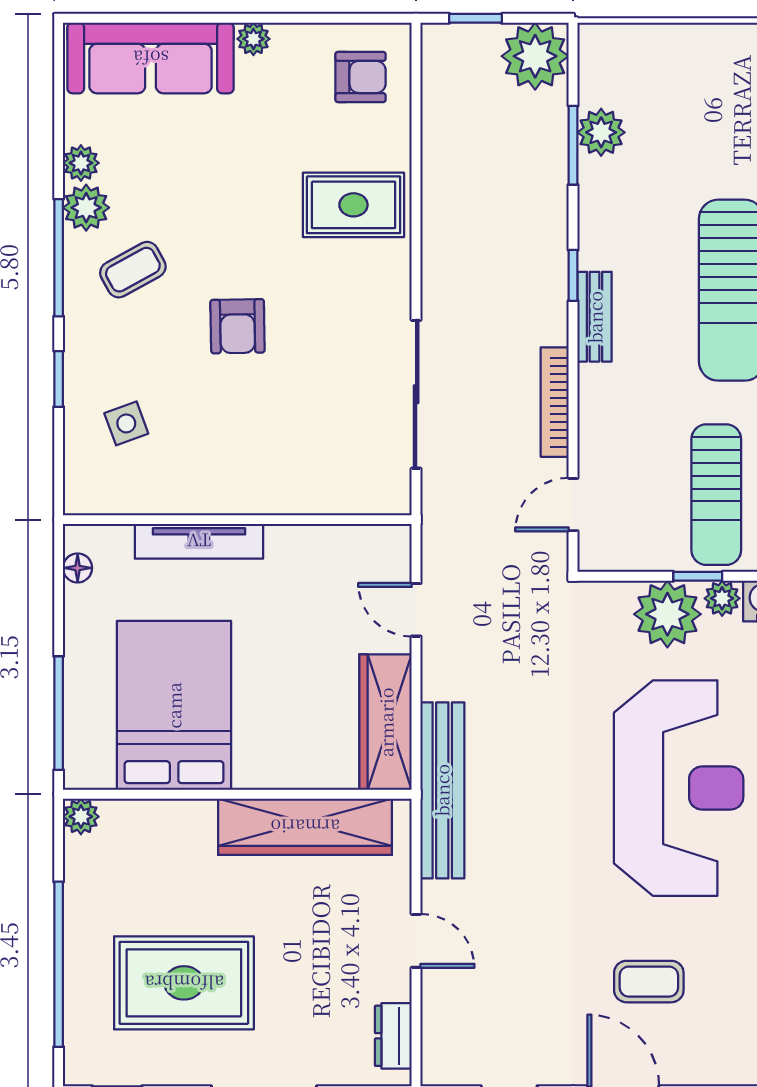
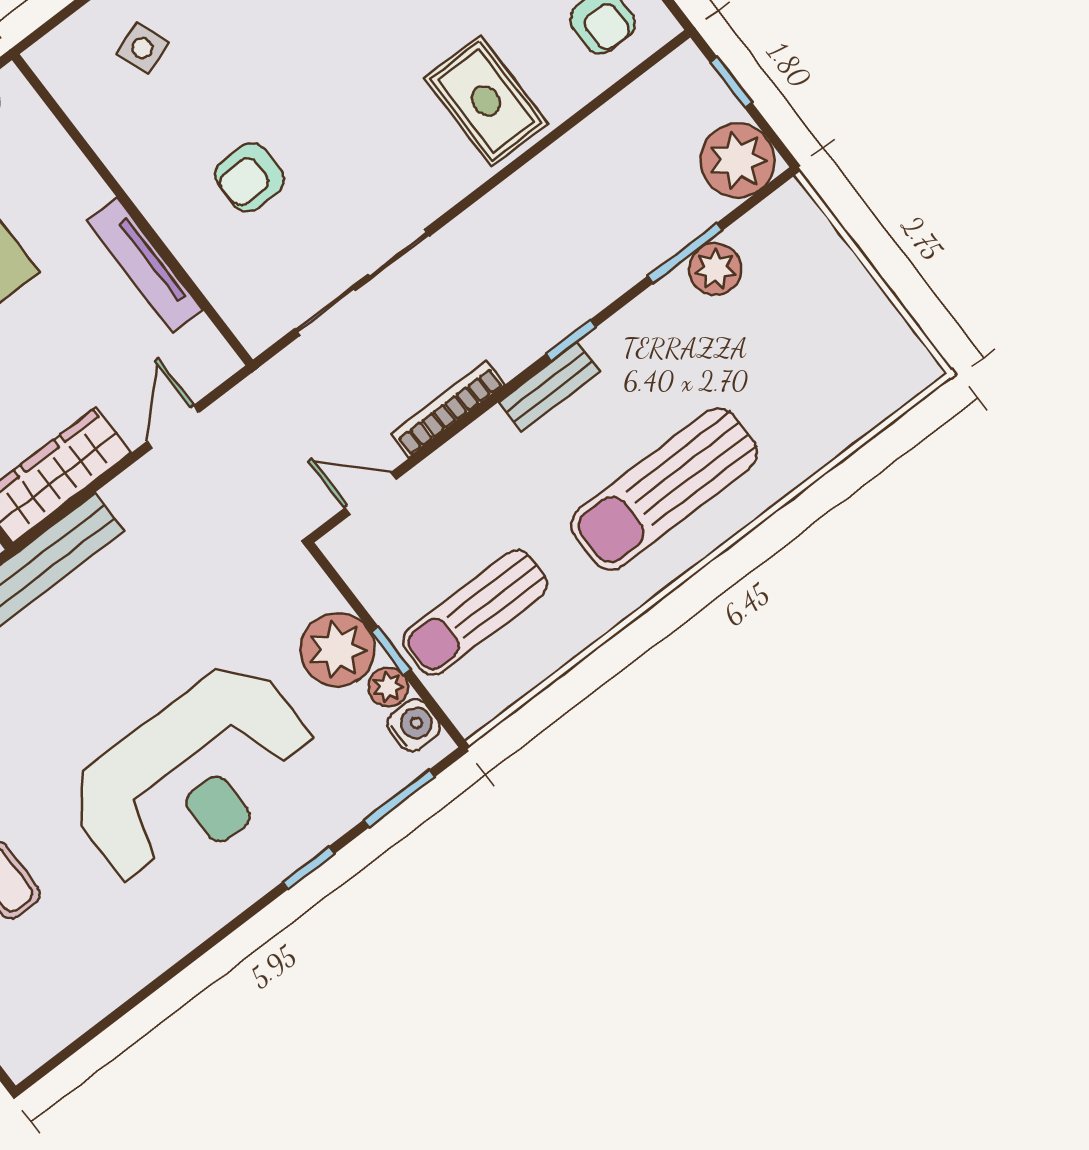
armchair: (238, 326) -> (250, 177), moved
tv unit: (199, 541) -> (145, 265), moved

